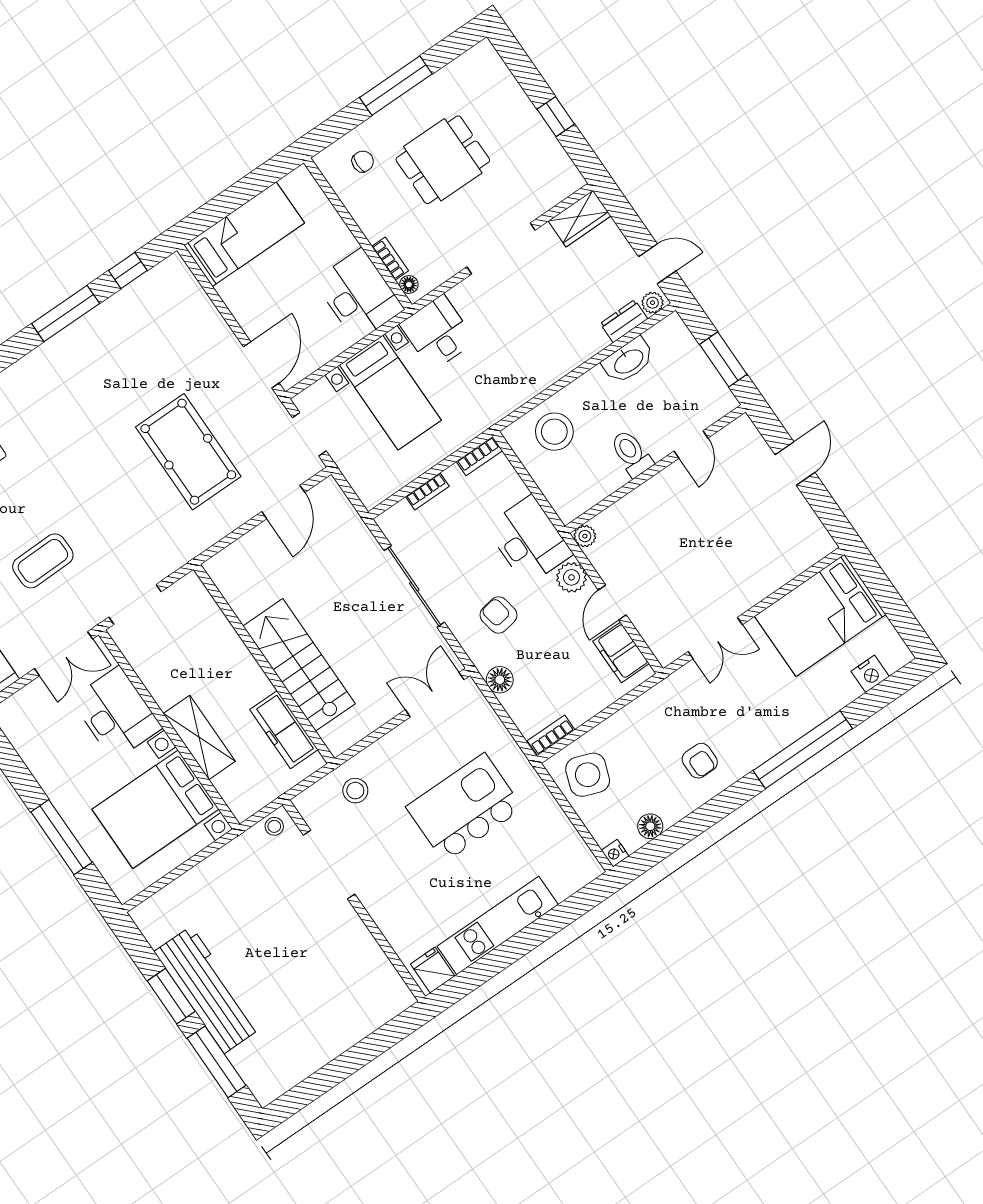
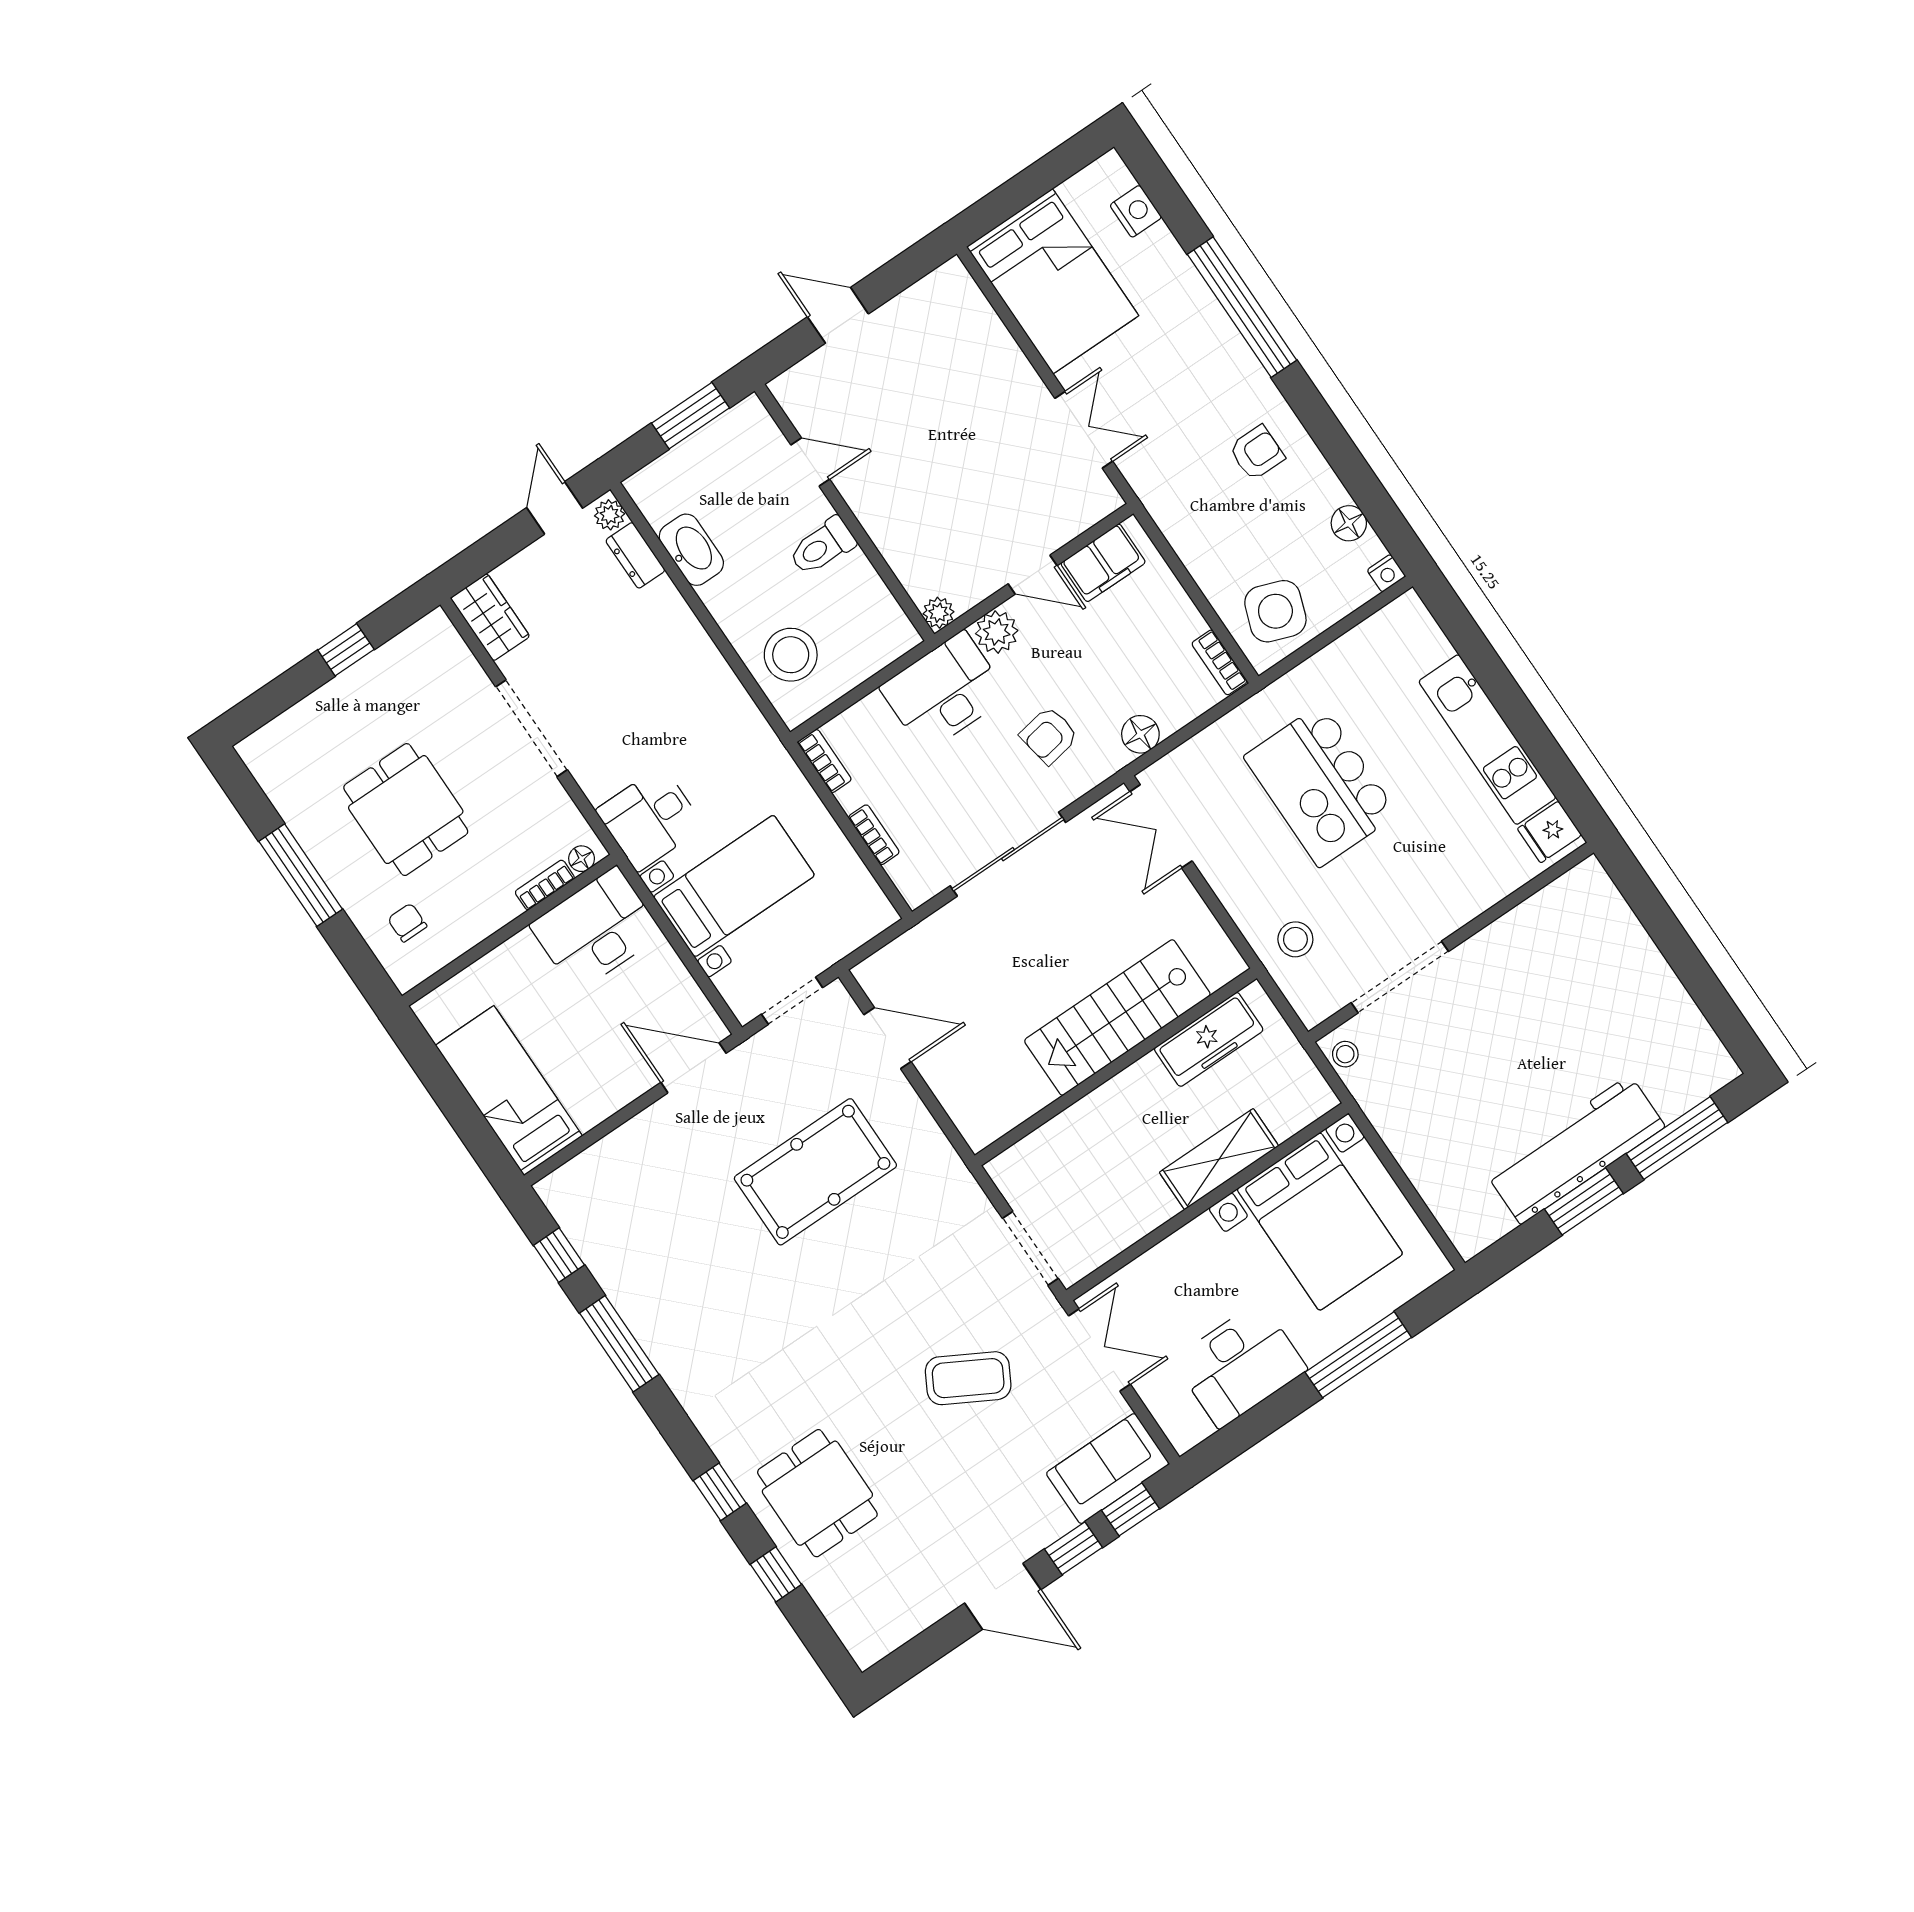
coffee table: (43, 561) -> (968, 1378), turned -60
desk: (116, 714) -> (1240, 1365), moved, turned 180

